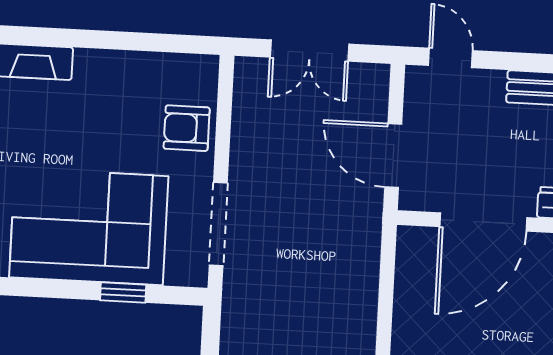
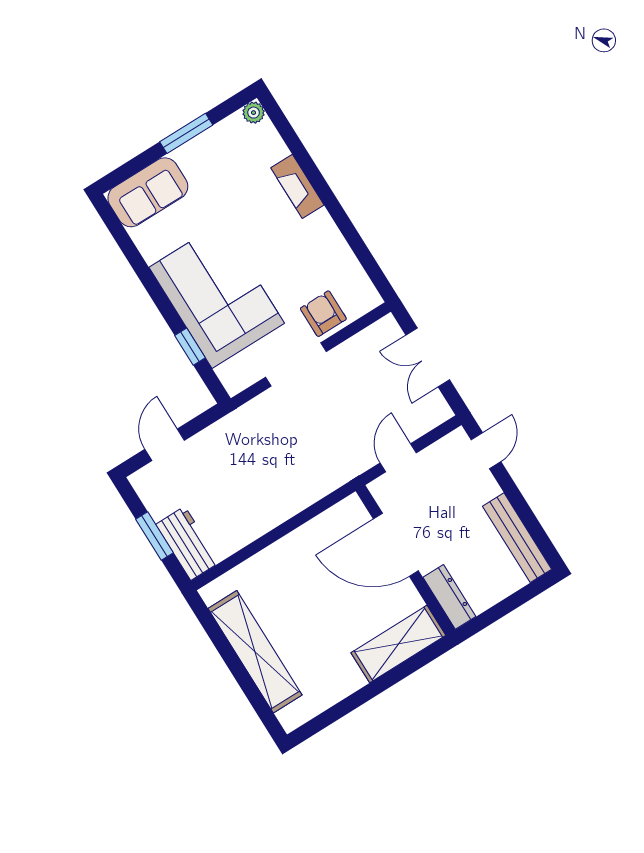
door: (393, 156) -> (398, 458), width x0.73
doorway: (218, 224) -> (296, 364), moved

